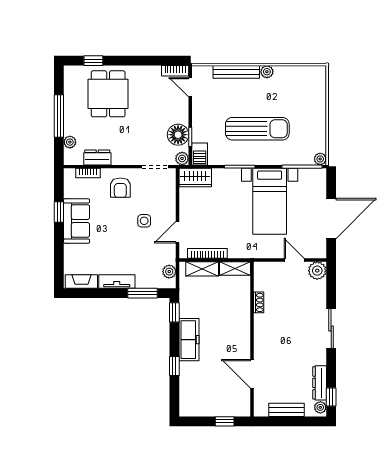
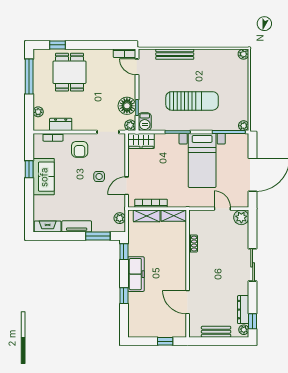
plant: (267, 72) -> (243, 54), moved
window: (59, 116) -> (29, 76), moved

